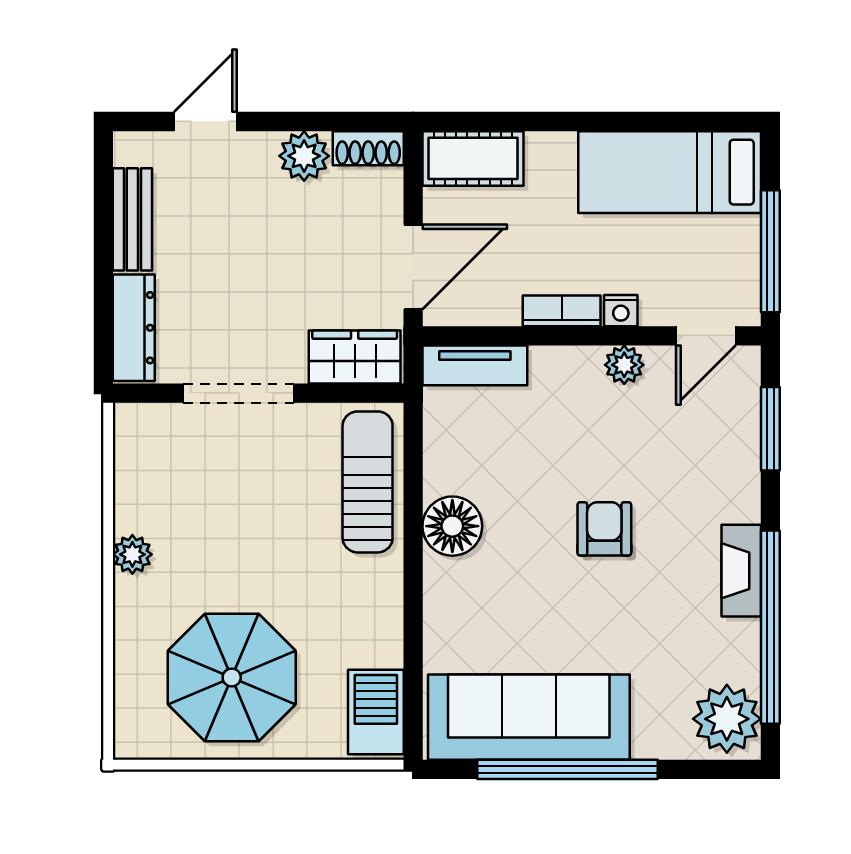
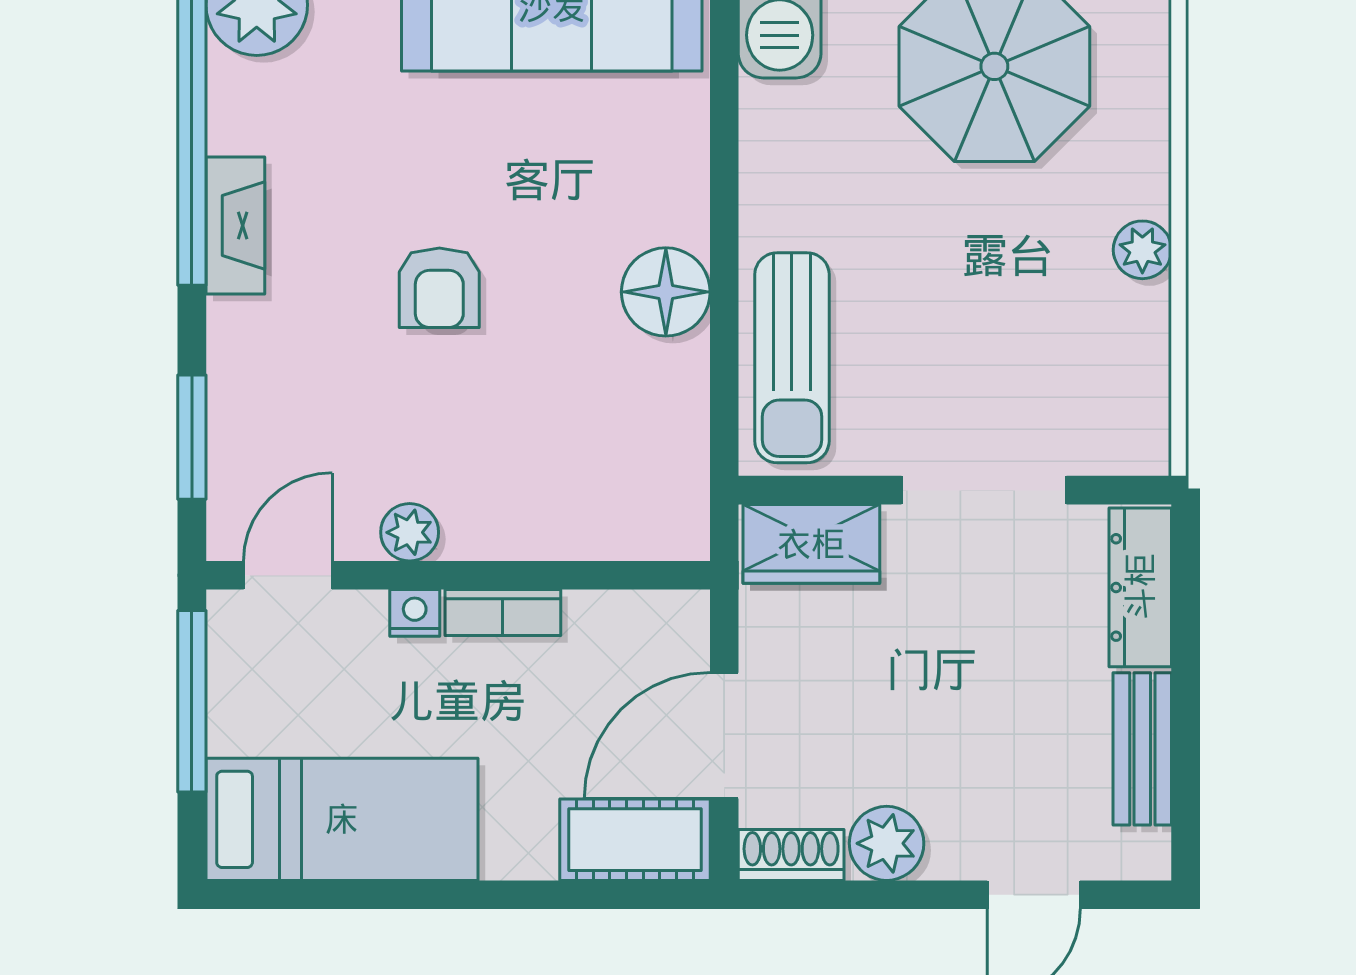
door: (413, 267) -> (724, 736), moved
tv unit: (475, 365) -> (632, 531), removed

